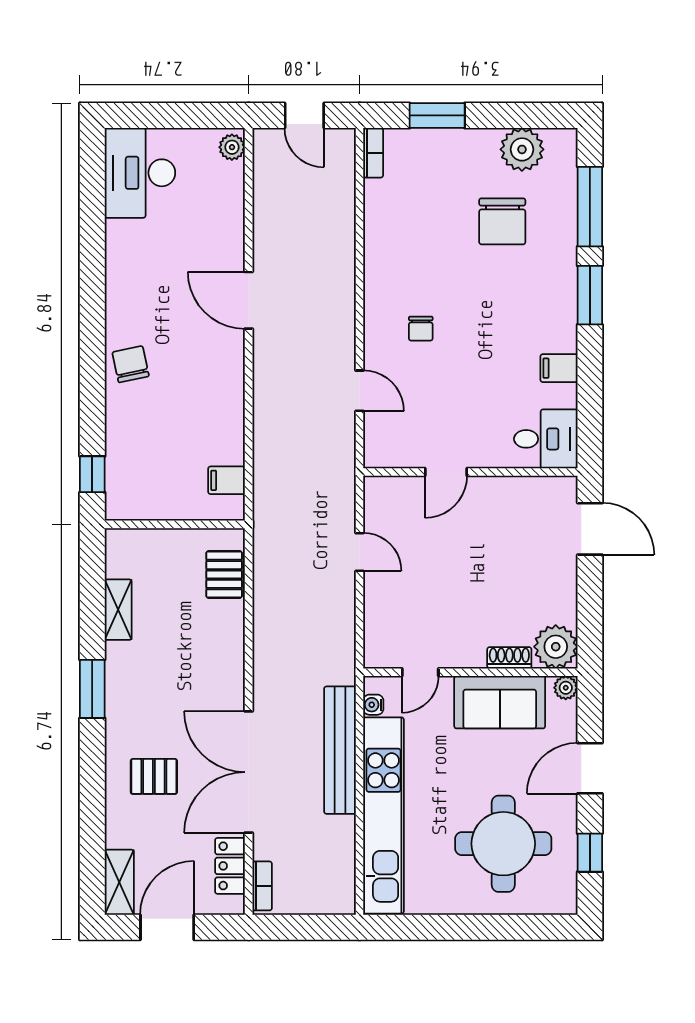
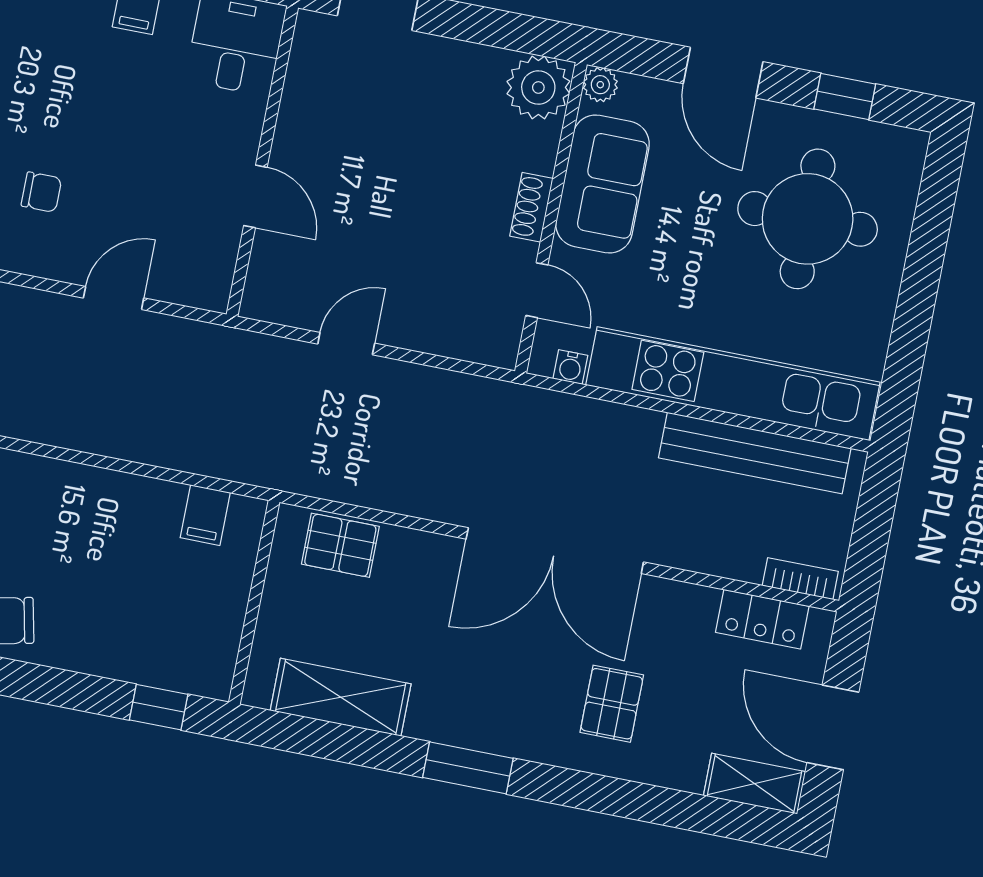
shelving: (118, 610) -> (341, 697), width x1.50, depth x1.33
shoe rack: (509, 658) -> (531, 207), moved
bench: (340, 750) -> (755, 453), moved
double door: (249, 772) -> (555, 551), moved

